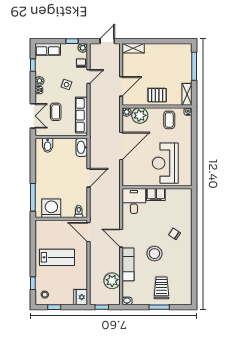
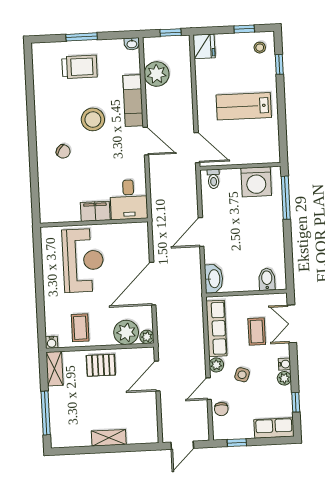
plant: (83, 48) -> (216, 365), moved
shelving: (133, 48) -> (109, 438), moved
trolley: (161, 288) -> (79, 67), turned -90

